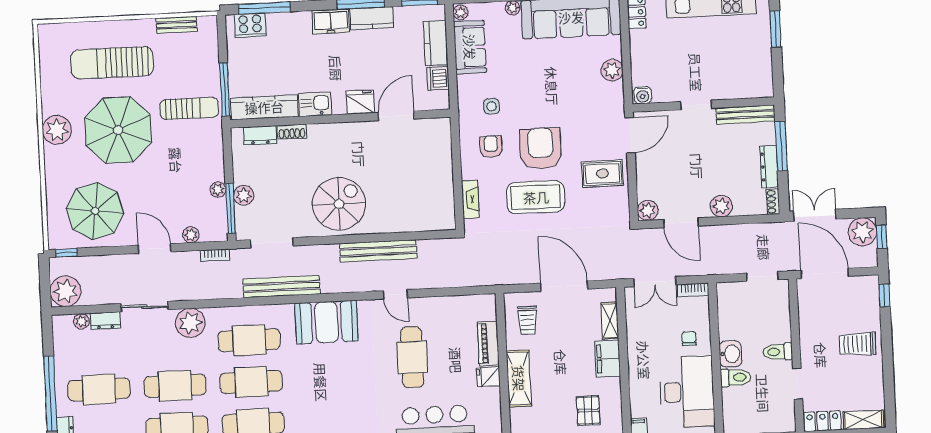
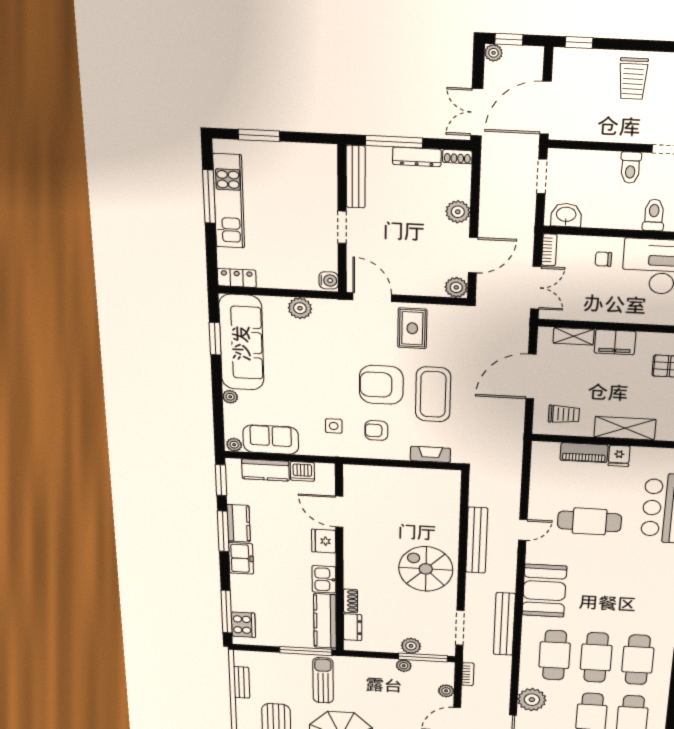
plant: (862, 232) -> (494, 53), width x0.53, depth x0.53
washbasin: (730, 354) -> (566, 215), moved

